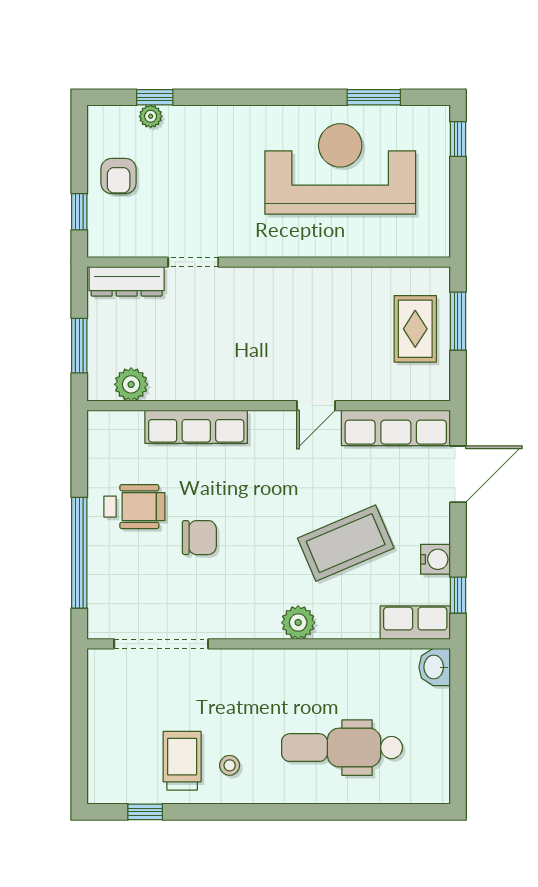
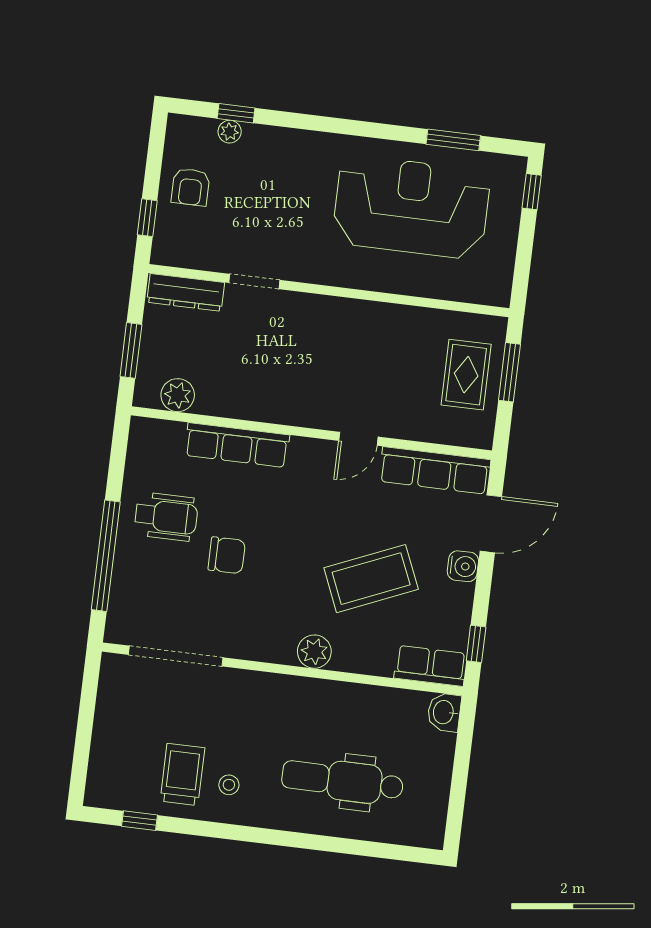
water cooler: (435, 559) -> (463, 566), moved

